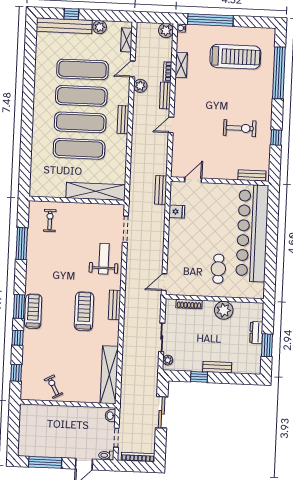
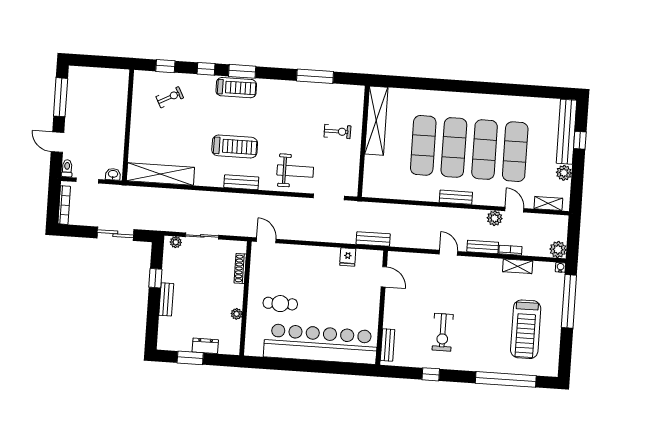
shelving: (96, 191) -> (376, 121), moved
exercise bike: (50, 220) -> (337, 131), moved
plant: (224, 310) -> (237, 314), width x0.53, depth x0.53
exercise bike: (53, 387) -> (170, 97), moved

